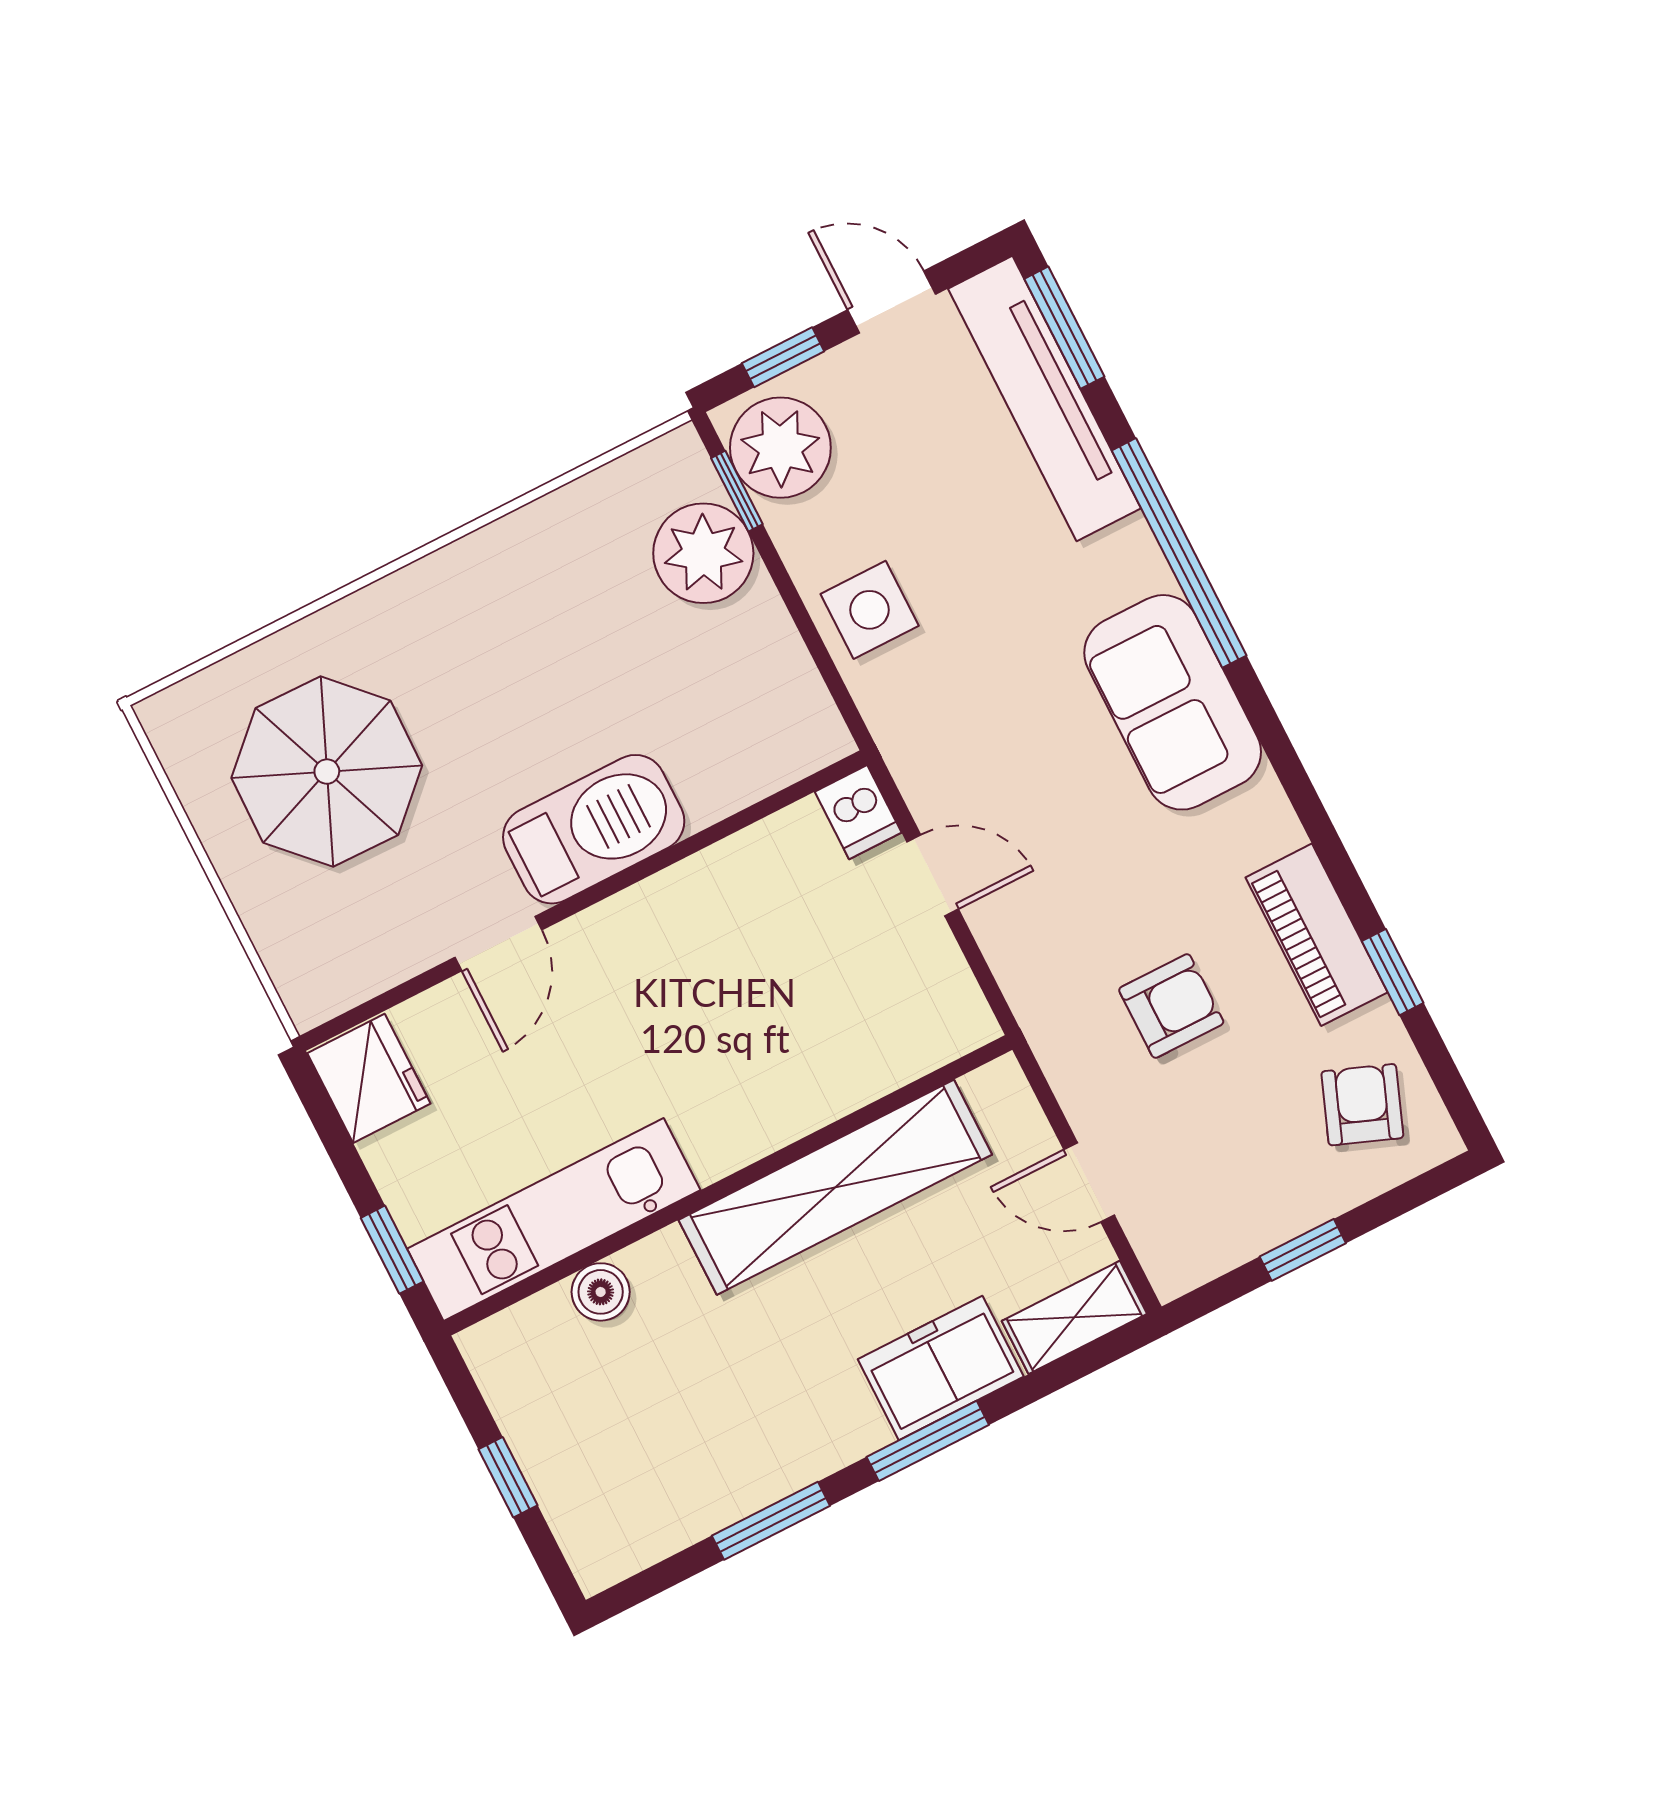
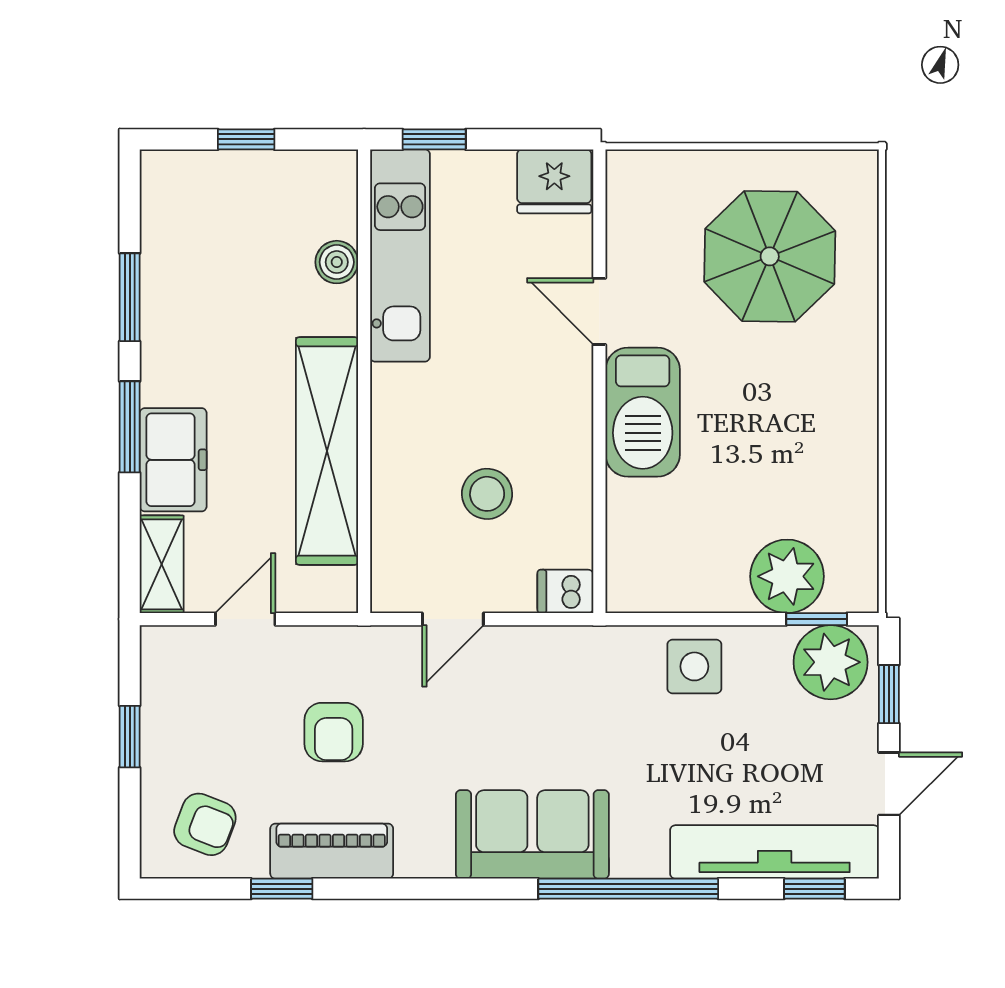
window: (1064, 328) -> (814, 889), width x0.67
door: (933, 875) -> (453, 619), moved
stool: (788, 967) -> (487, 494), added

